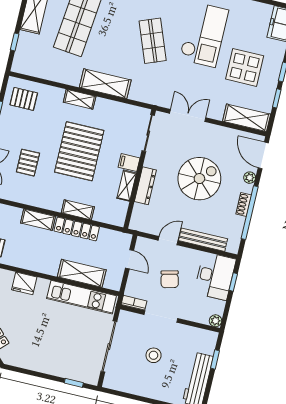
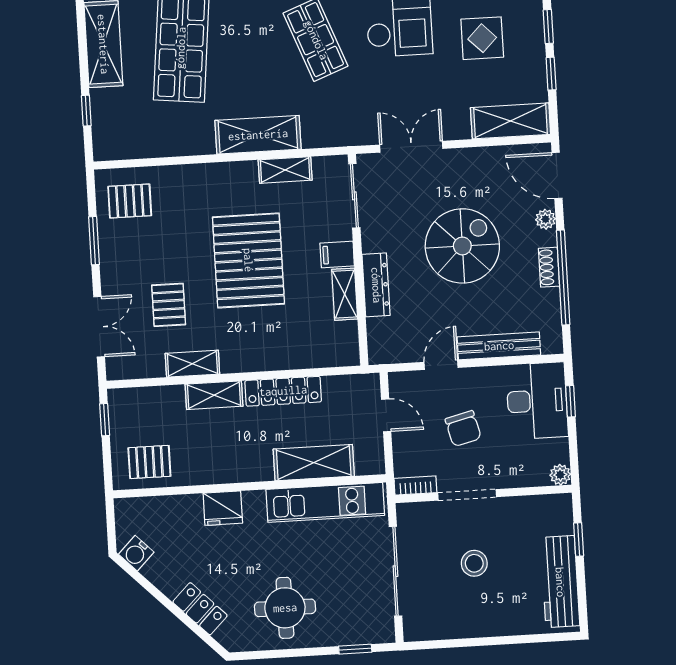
display table: (245, 67) -> (482, 38), width x0.73, depth x0.73
shelving: (80, 99) -> (285, 170), moved
shelving: (78, 210) -> (192, 364), moved
round table: (42, 349) -> (285, 608), added

